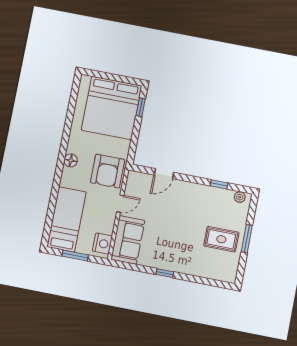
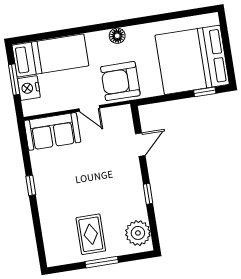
door: (164, 174) -> (140, 145), swing flipped
window: (219, 184) -> (148, 194), moved
plant: (240, 197) -> (138, 233), width x1.88, depth x1.88
nightstand: (102, 244) -> (29, 88), moved, turned 90

